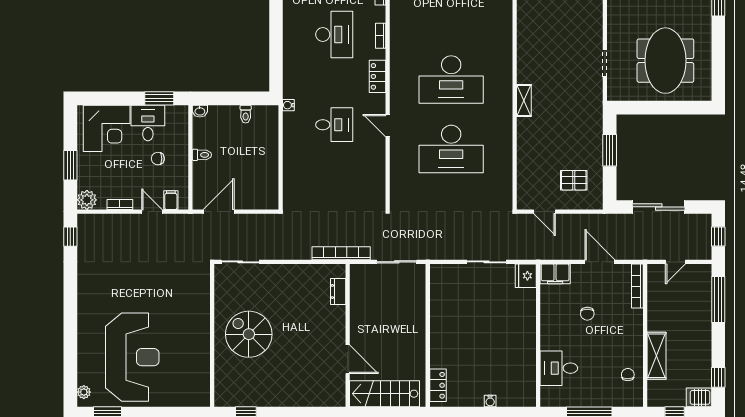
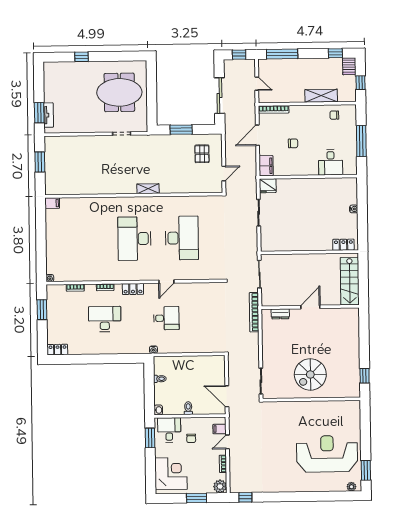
desk: (451, 80) -> (134, 239), turned 180
desk: (148, 123) -> (169, 430), moved, turned 90
desk: (334, 125) -> (166, 318), turned 90
door: (348, 359) -> (310, 307), moved

